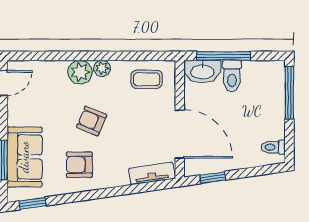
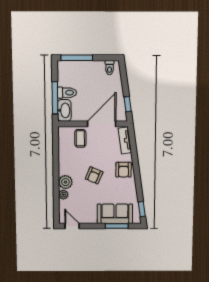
plant: (102, 68) -> (63, 195), moved
coffee table: (147, 79) -> (80, 138), moved
armchair: (79, 165) -> (124, 170), moved

